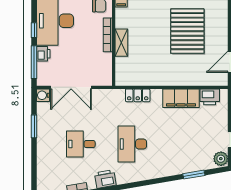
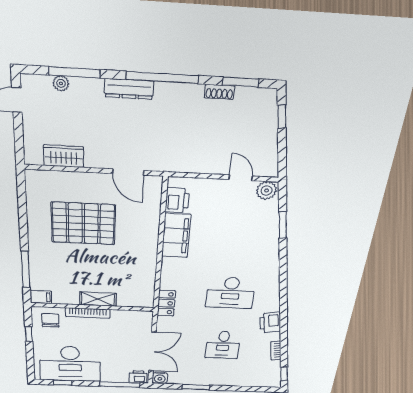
window: (34, 30) -> (63, 383), moved
printer: (43, 54) -> (138, 377), moved
locker: (138, 95) -> (166, 303), moved

